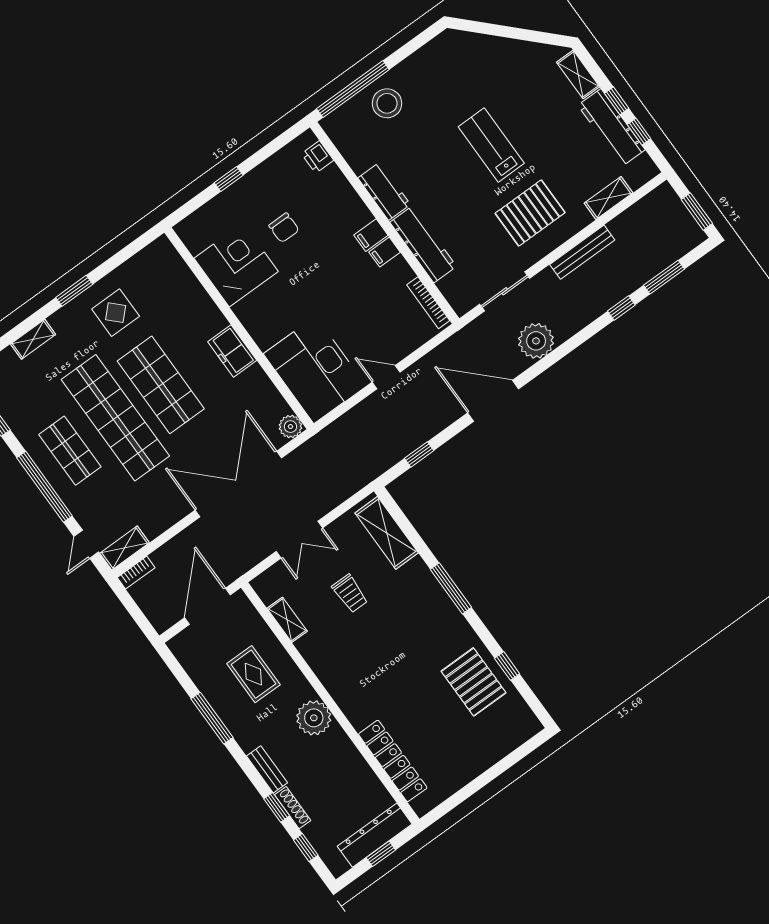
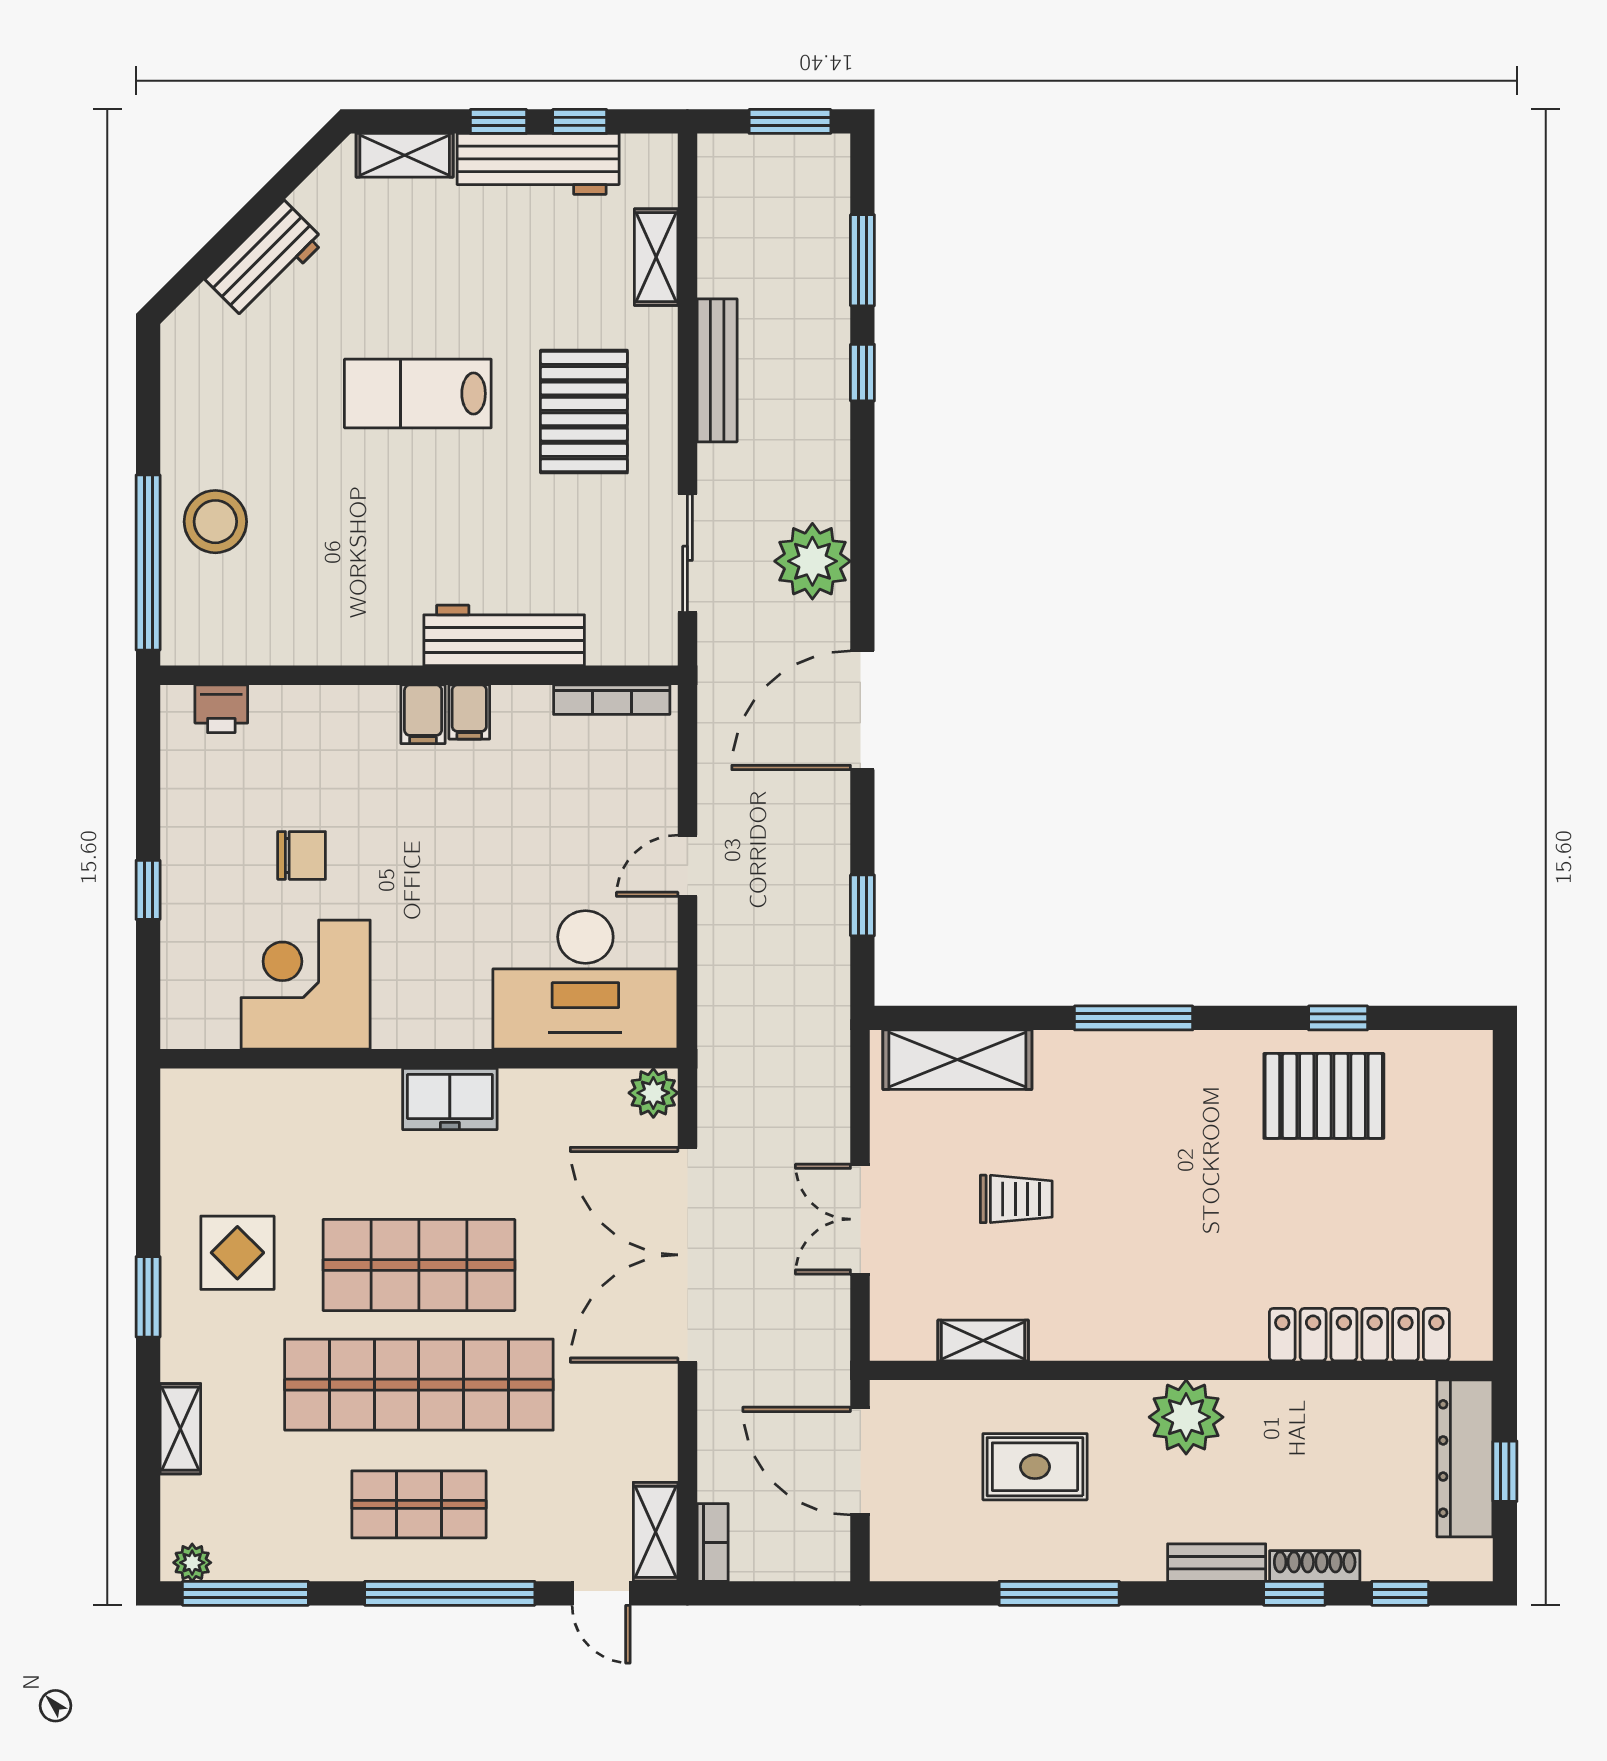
workbench: (384, 191) -> (265, 260), moved, turned 135
double door: (299, 540) -> (860, 1219), swing flipped

